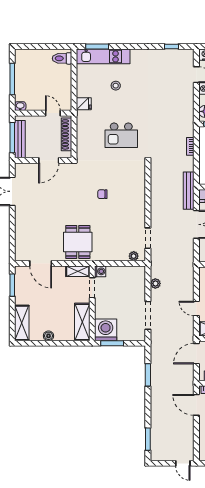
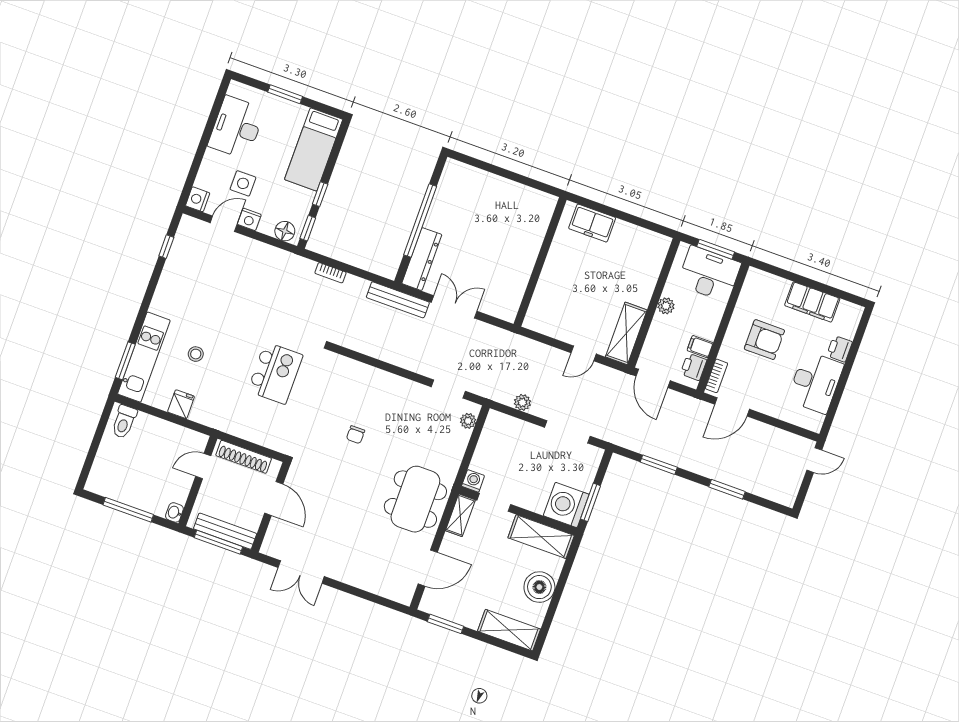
fridge: (84, 104) -> (181, 404), moved
dining table: (78, 242) -> (415, 499), width x1.38
boiler: (48, 336) -> (539, 587), width x1.86, depth x1.86
window: (148, 439) -> (727, 489), moved

